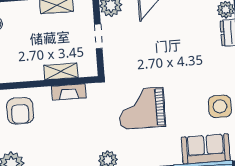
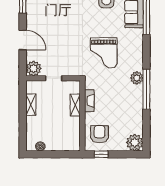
armchair: (20, 111) -> (100, 134), turned -90

